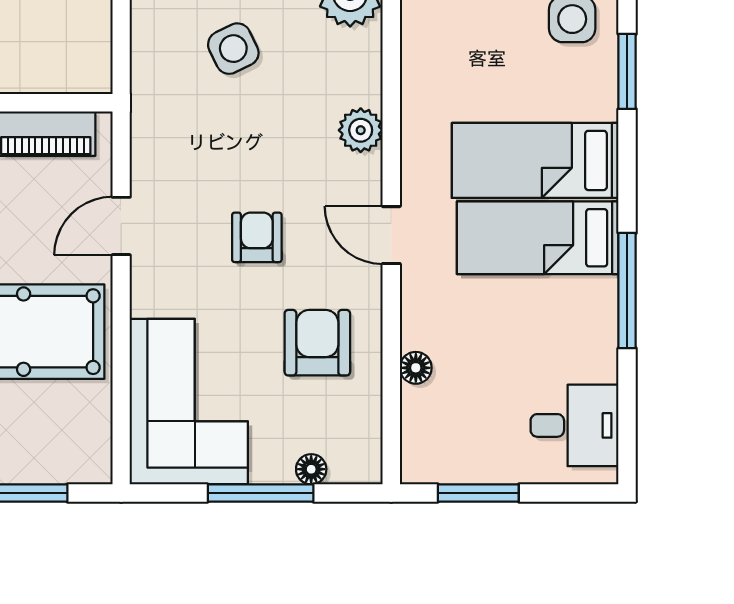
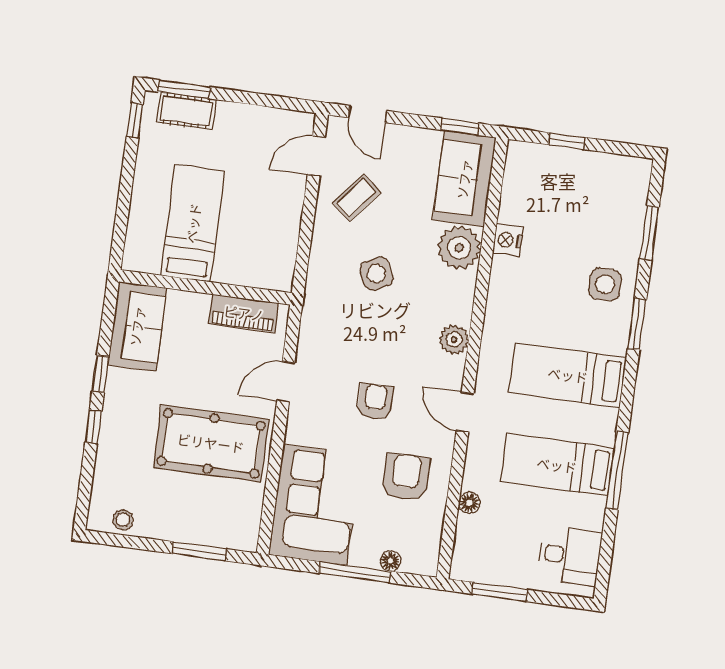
bed: (538, 238) -> (557, 465), moved

